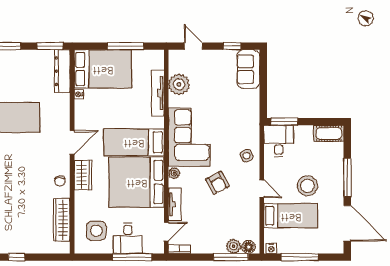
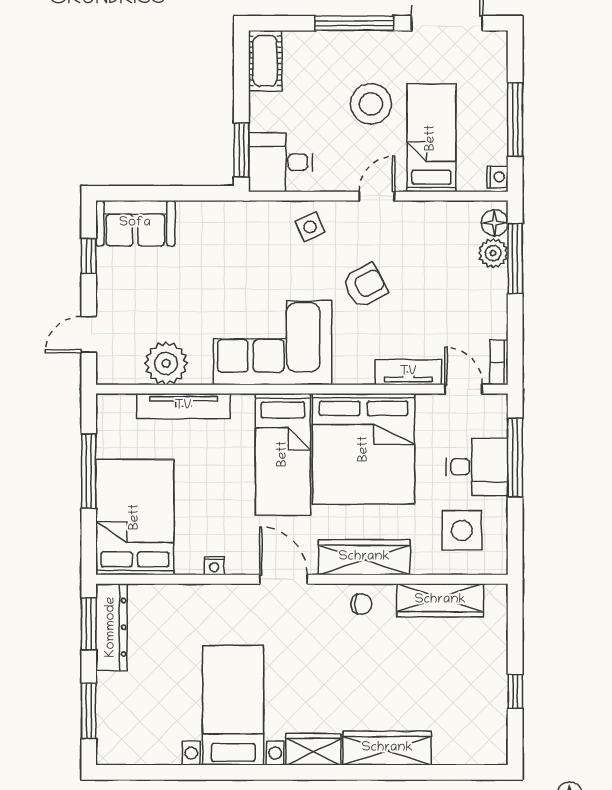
dresser: (62, 71) -> (111, 627), moved, turned -90
nightstand: (79, 94) -> (214, 566), moved
plant: (174, 173) -> (345, 373), removed
wardrobe: (83, 175) -> (364, 557), width x1.50

